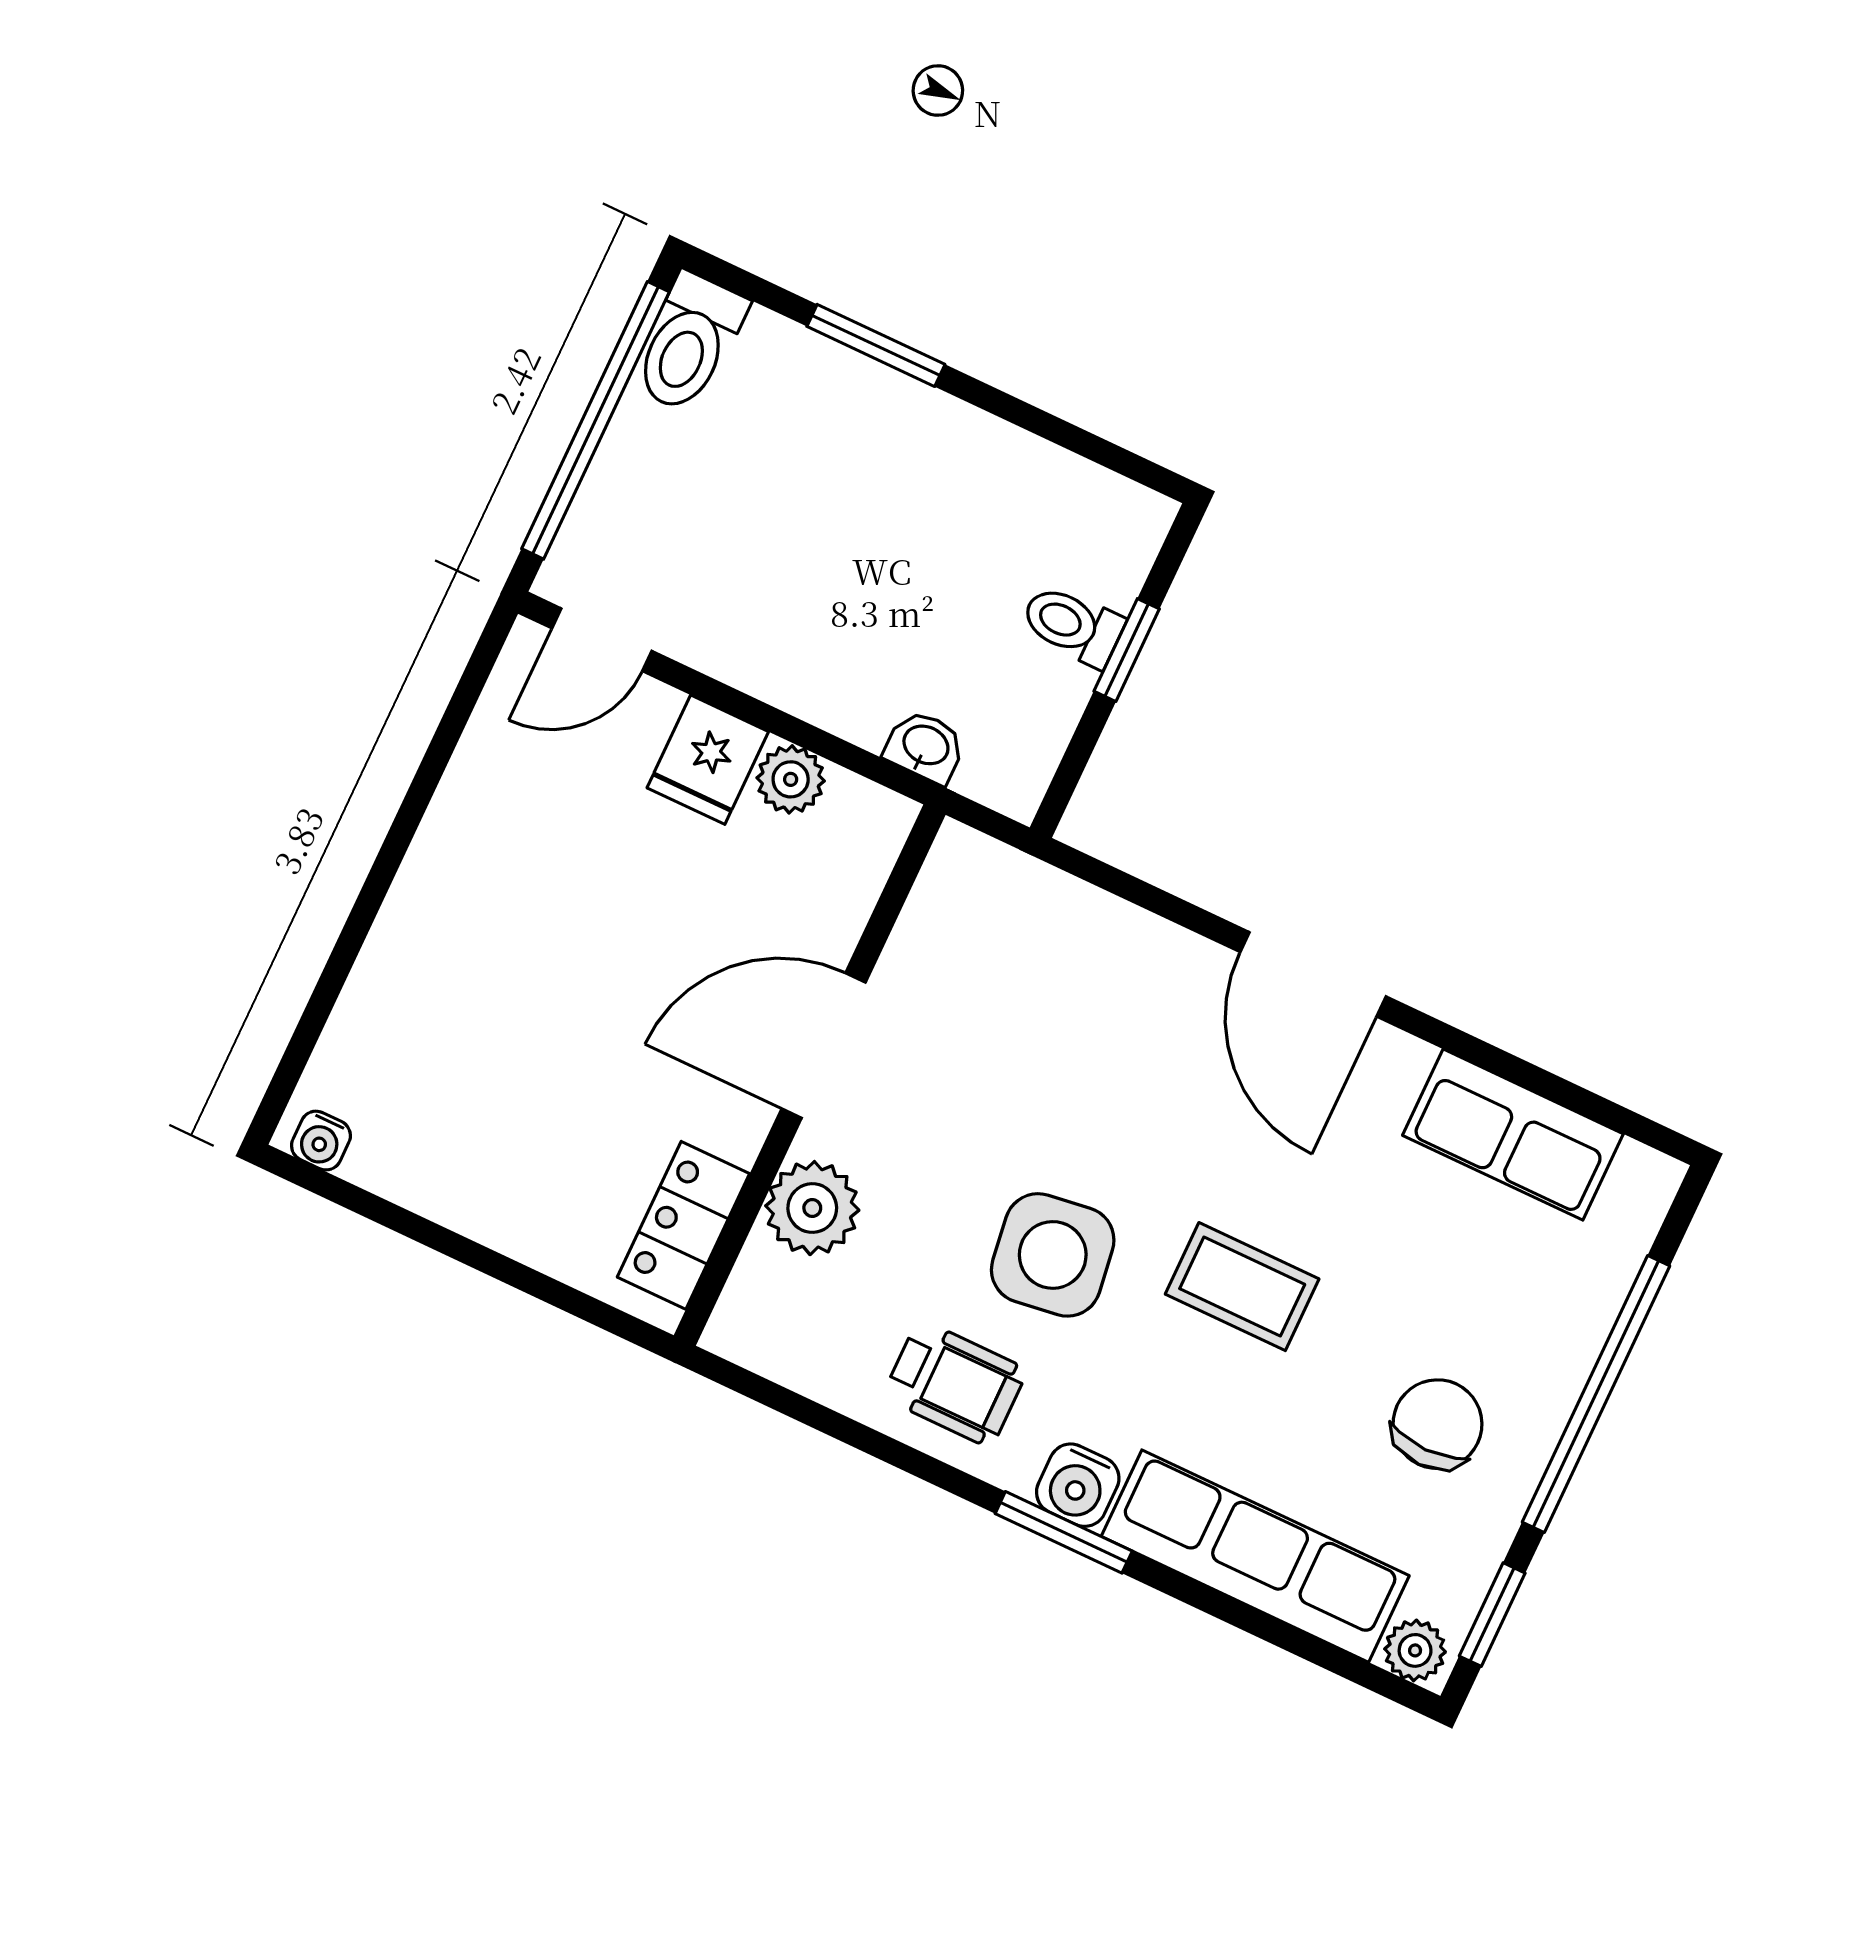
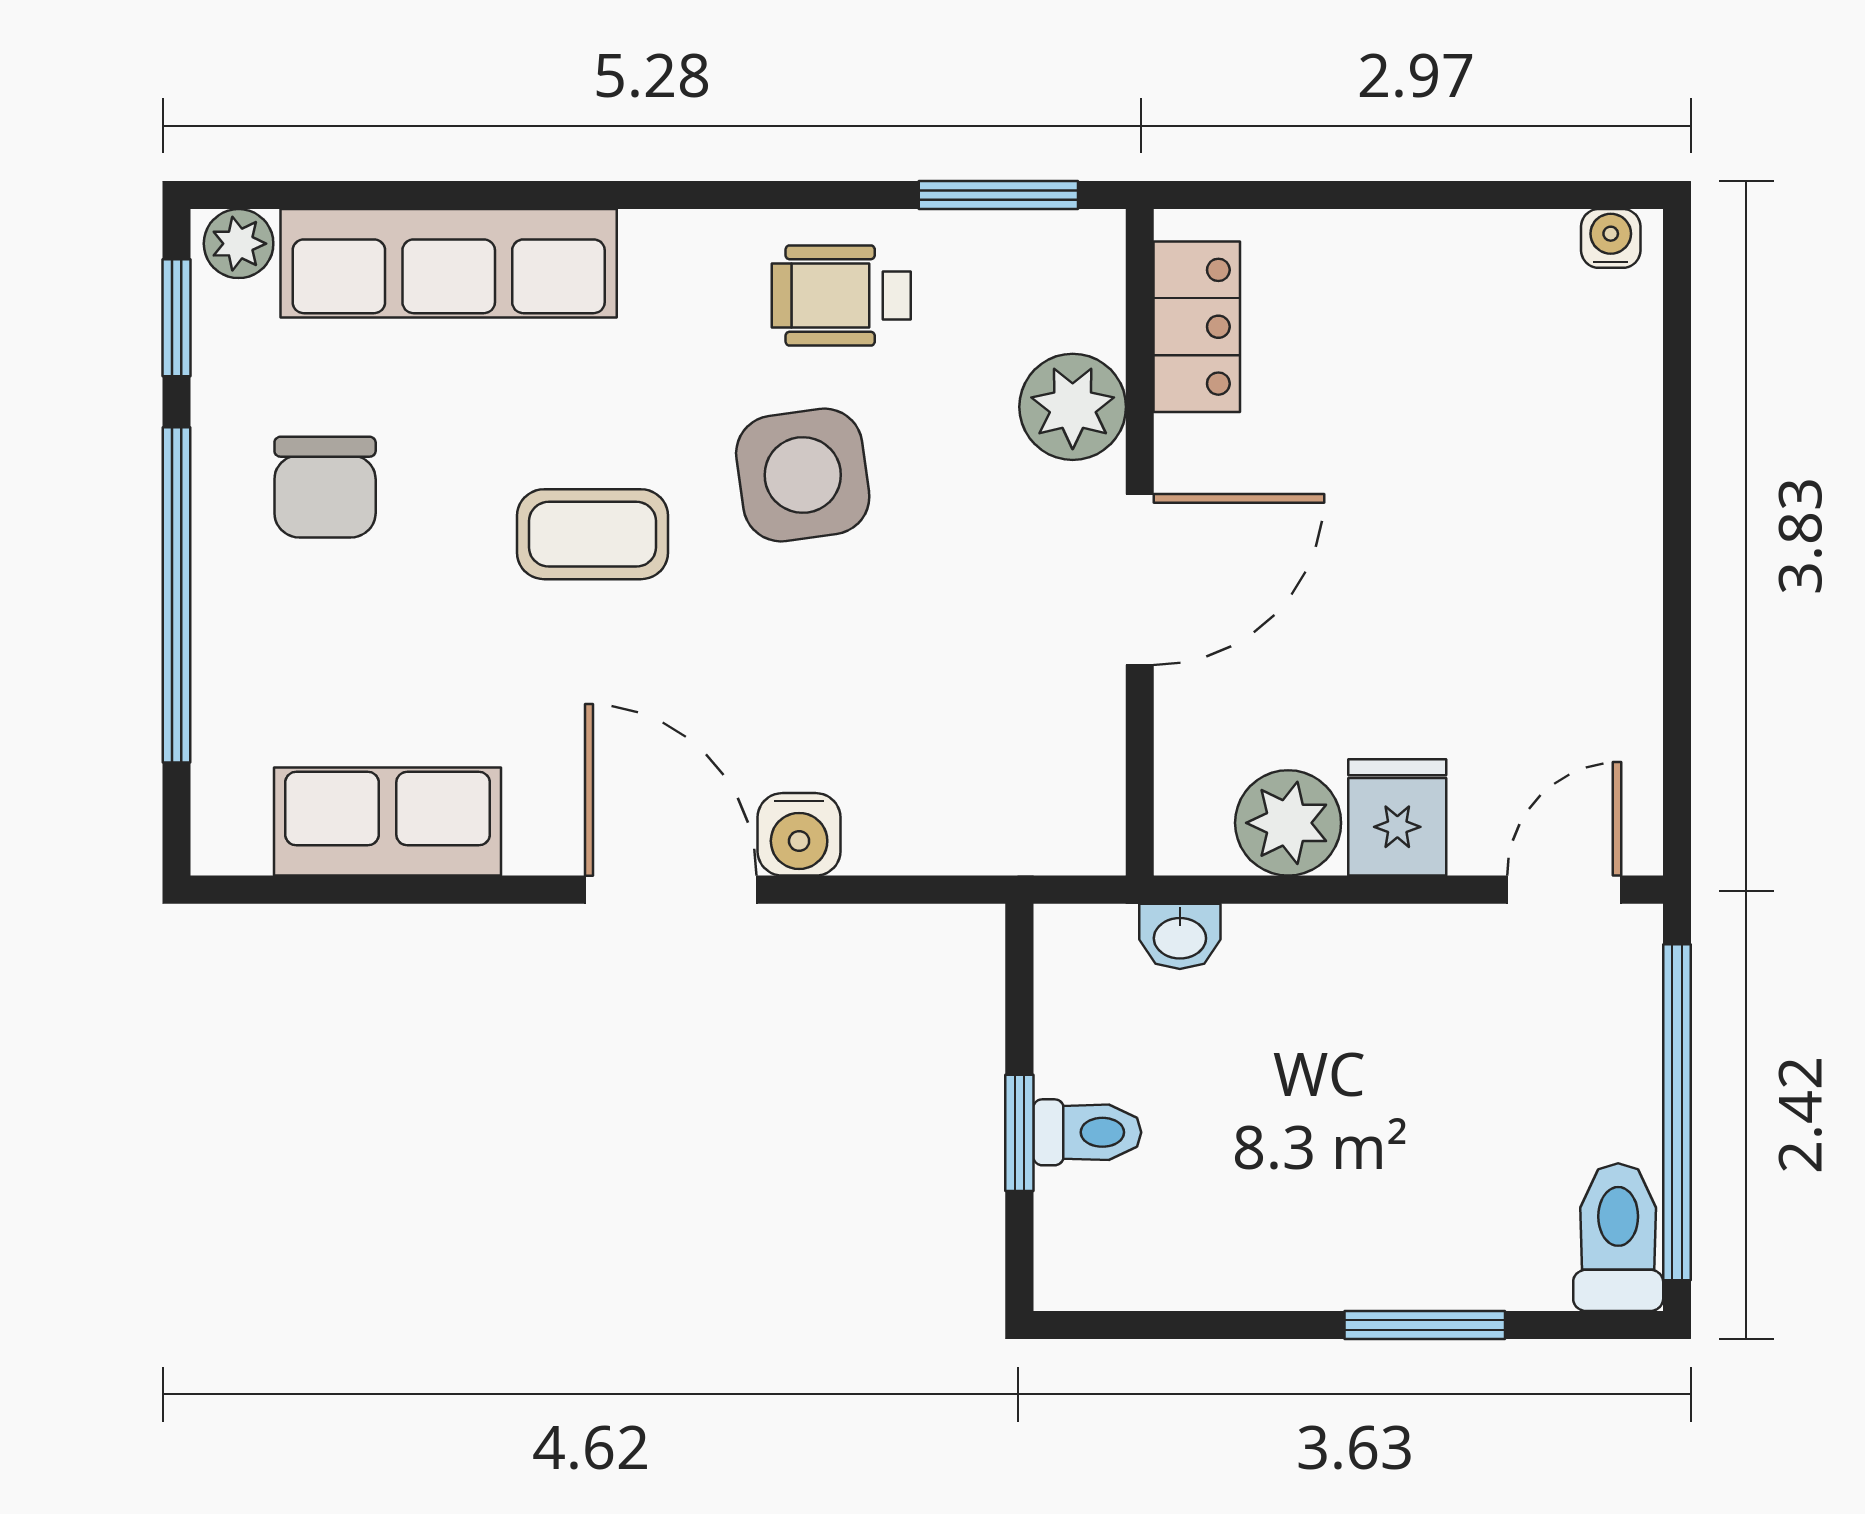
plant: (791, 779) -> (1288, 823), width x1.38, depth x1.38
water cooler: (1078, 1485) -> (799, 834), moved, turned 180
window: (1064, 1532) -> (998, 195), moved

